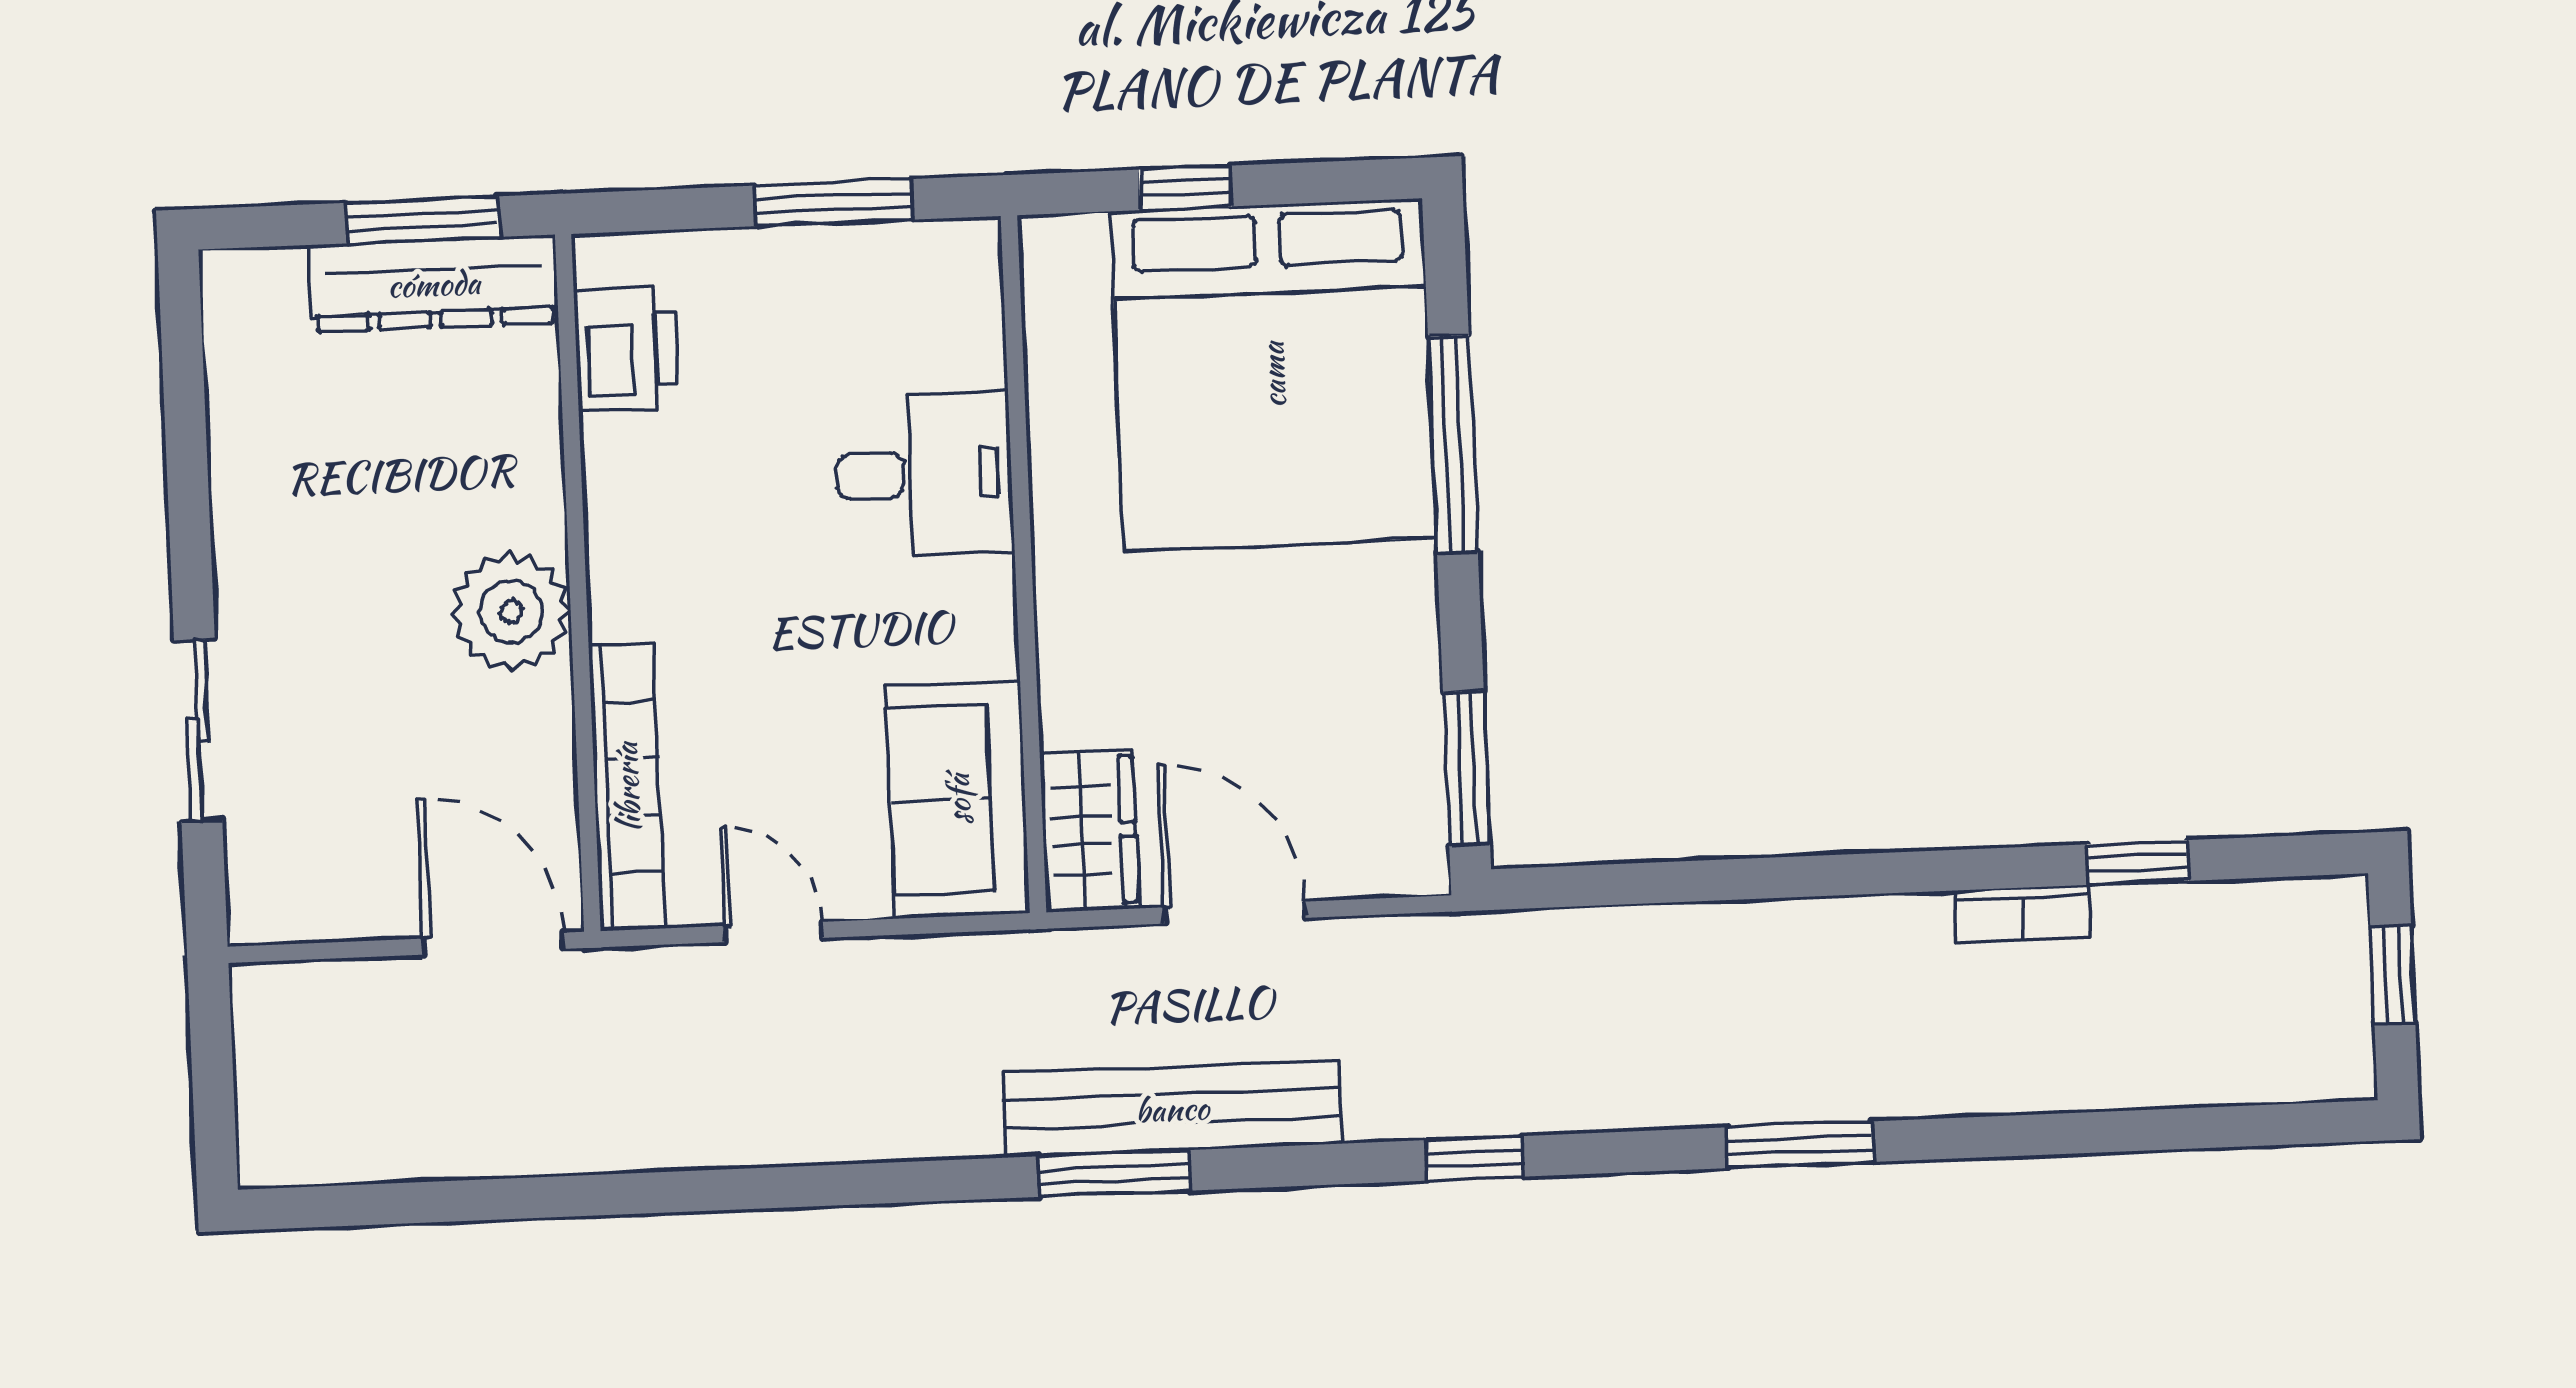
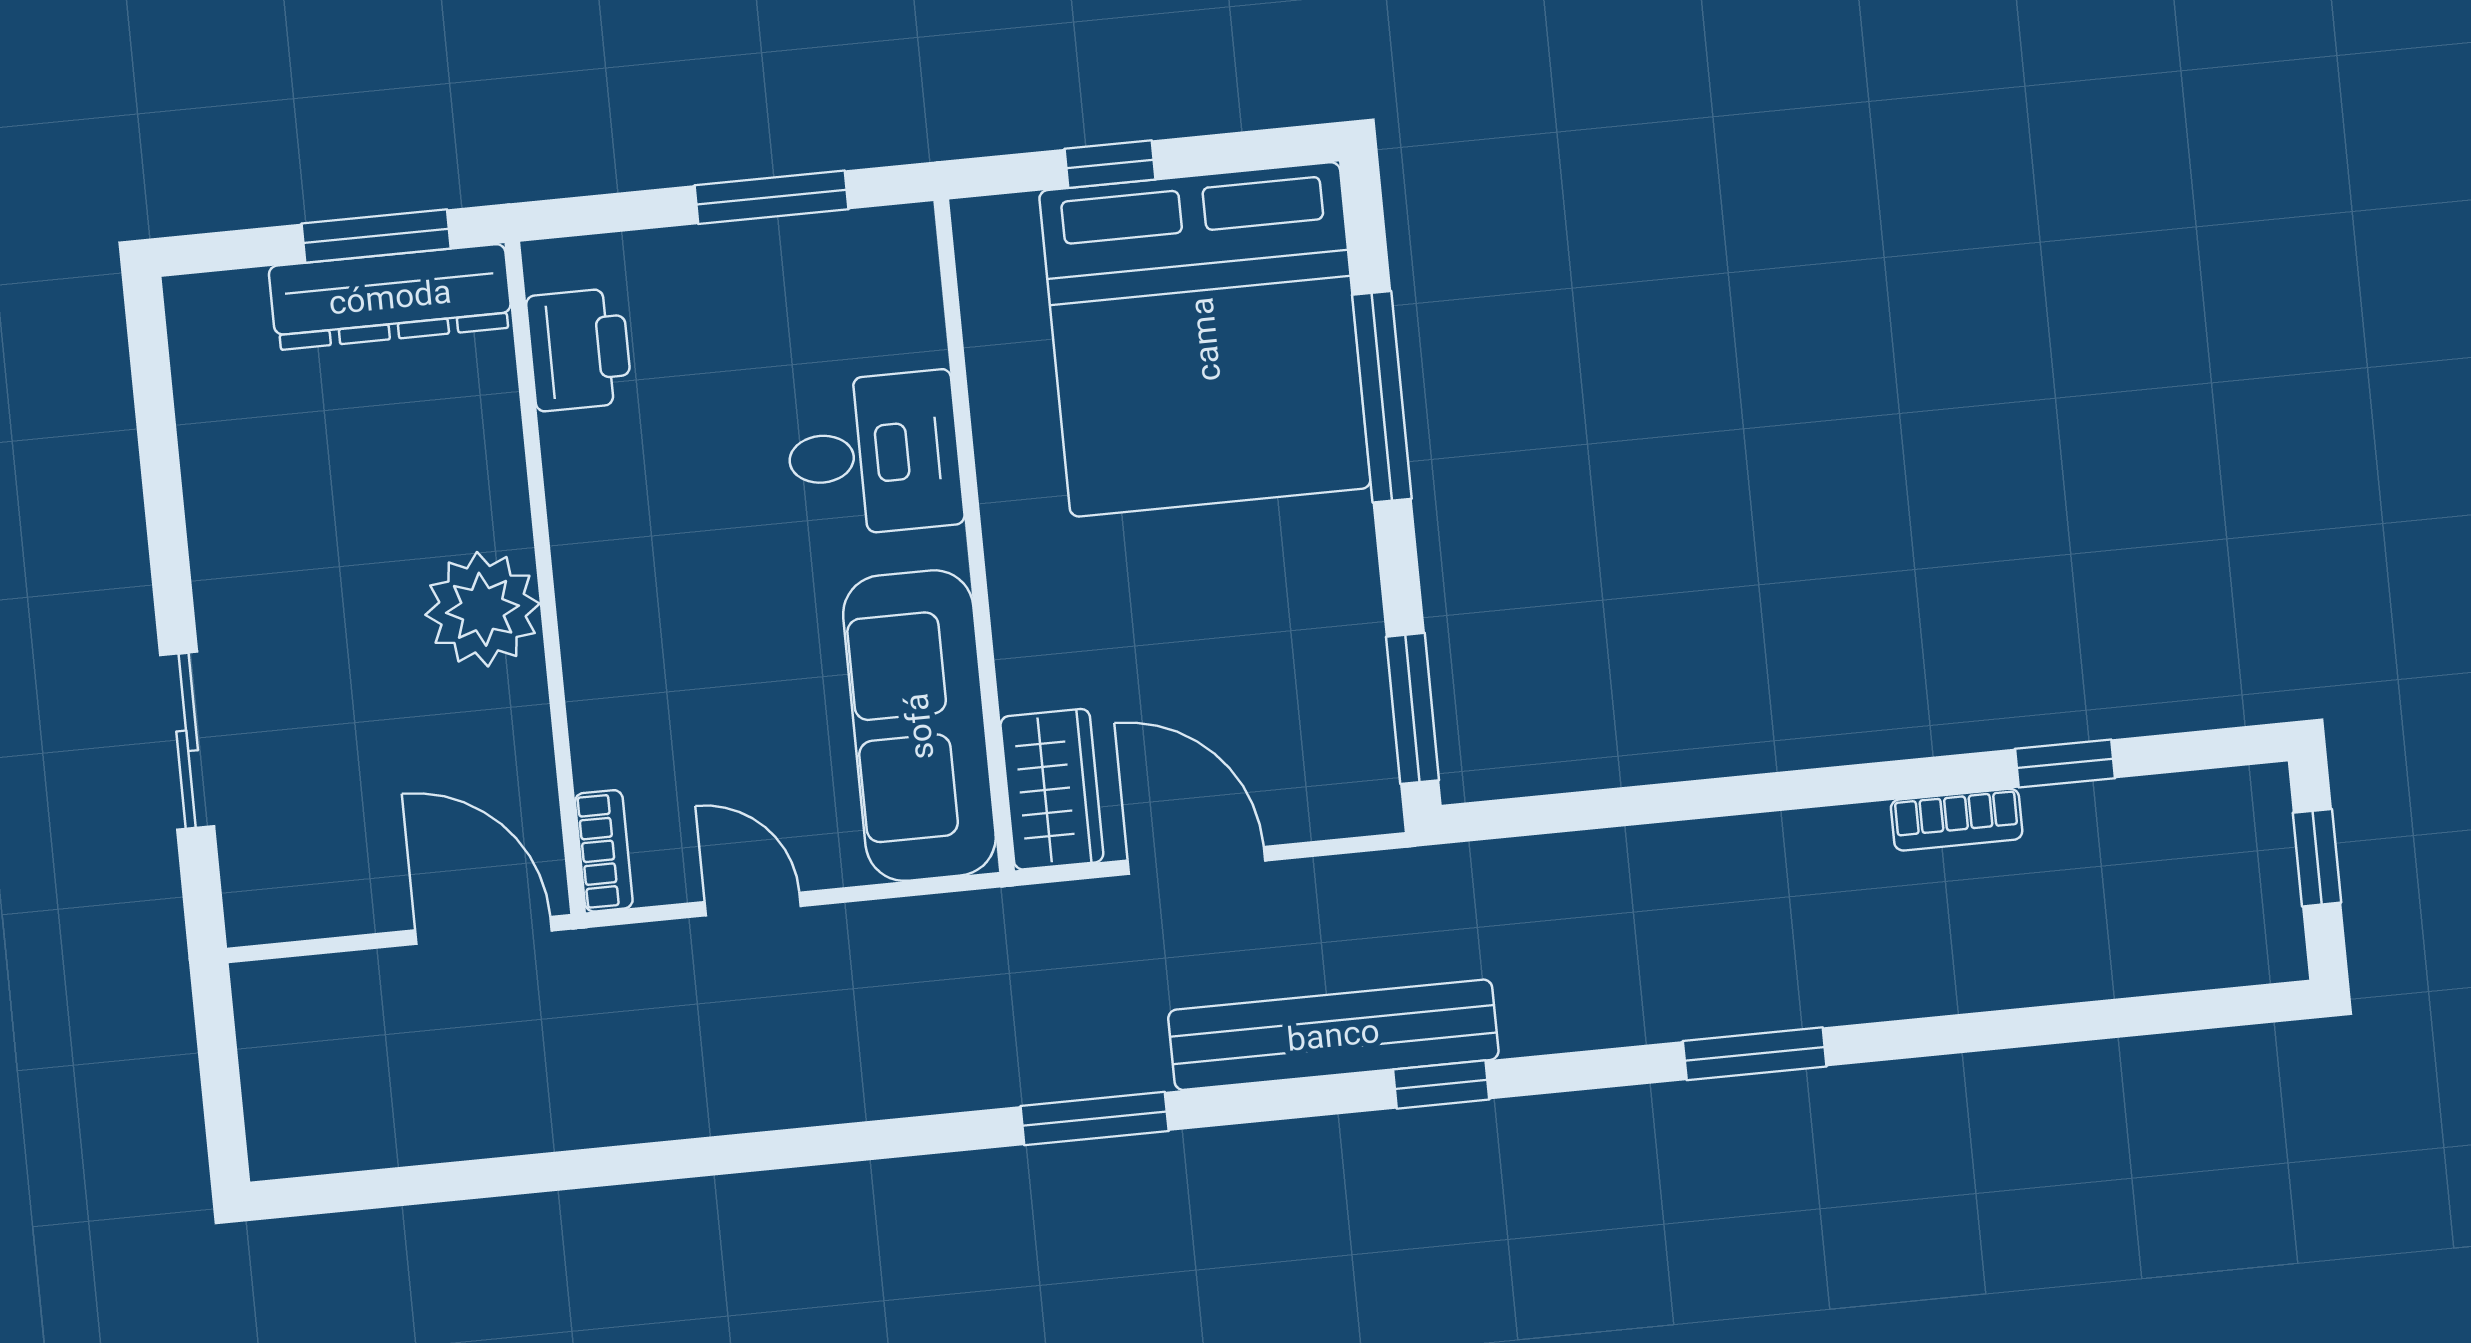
bookcase: (627, 787) -> (604, 851), width x0.43, depth x0.76
sofa: (958, 799) -> (919, 726), width x1.36
bench: (1172, 1109) -> (1333, 1035), moved

